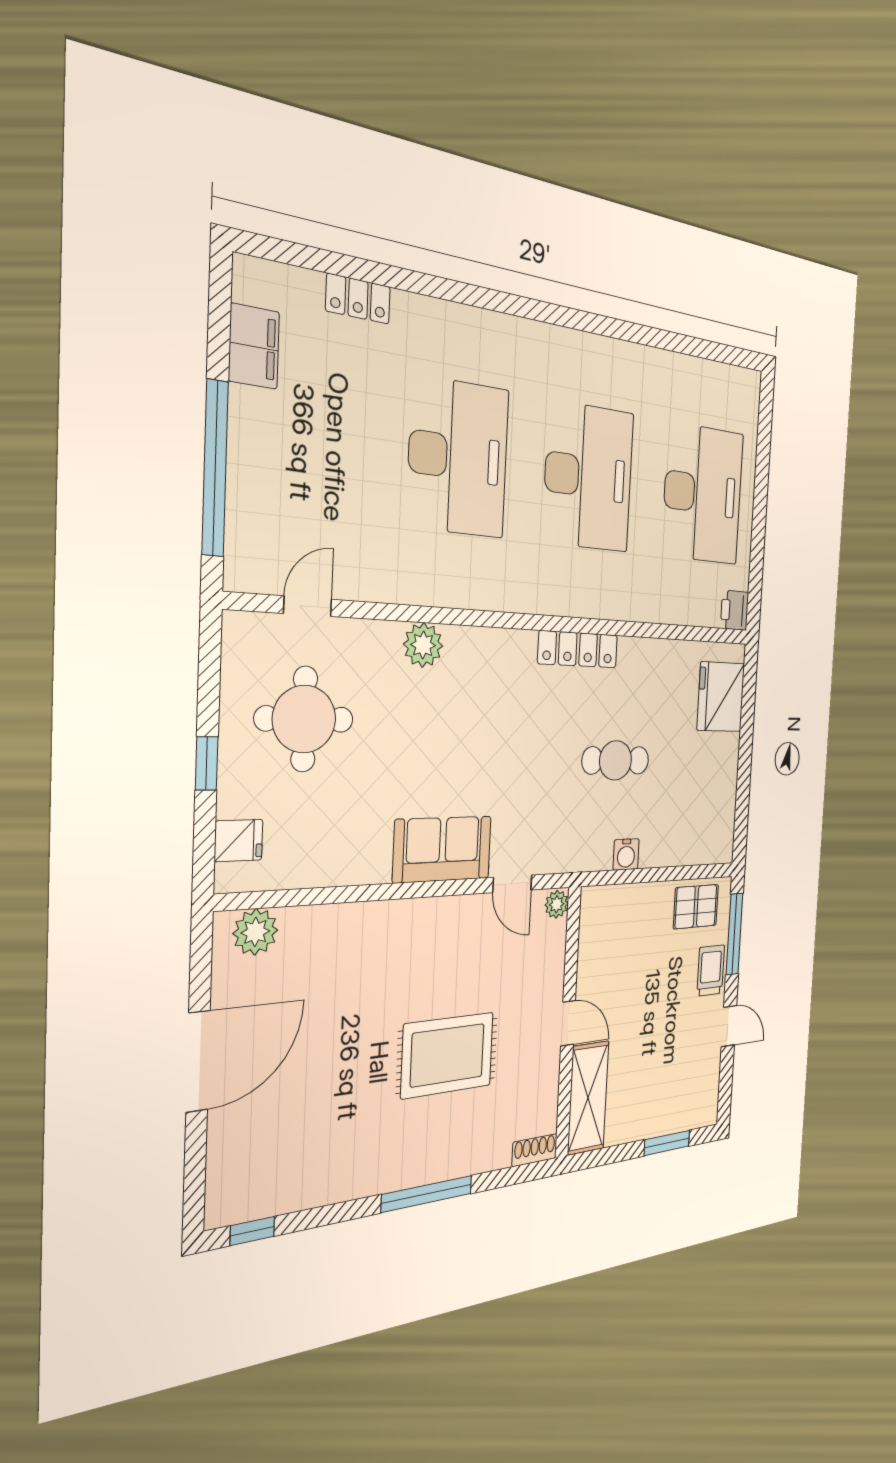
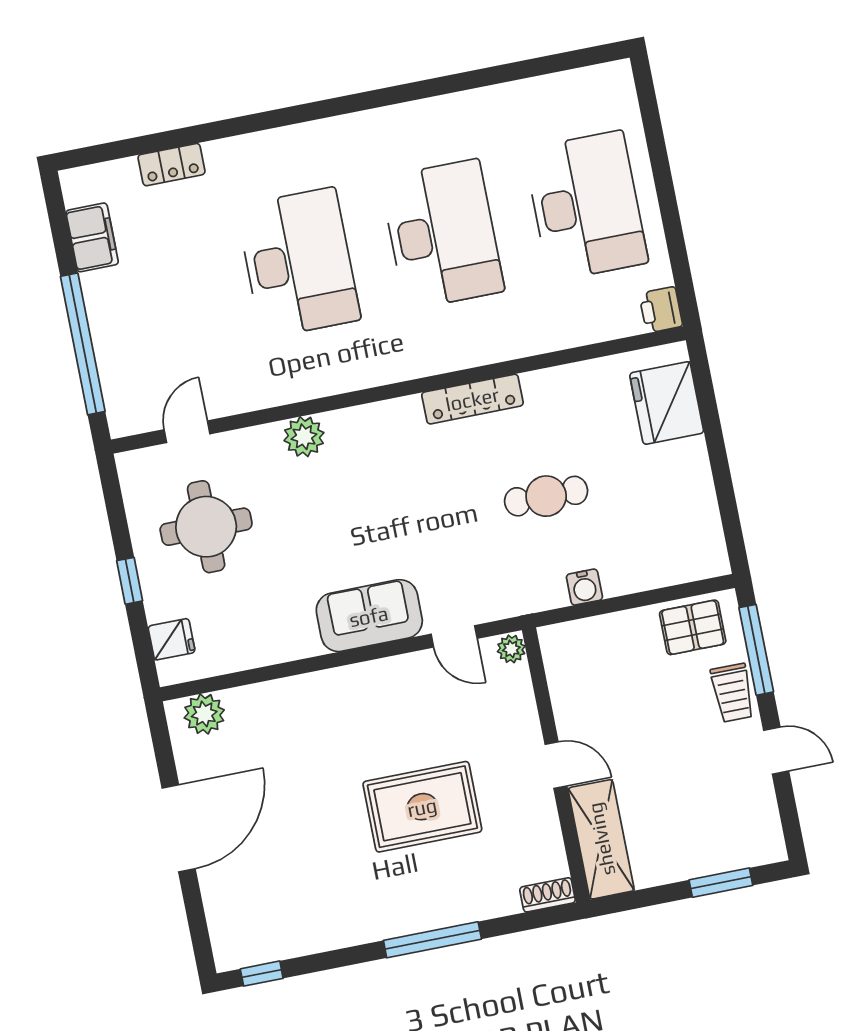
trolley: (711, 970) -> (733, 693), turned 180

